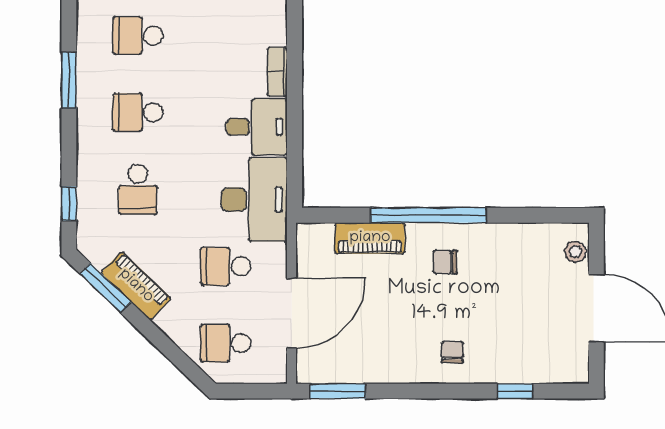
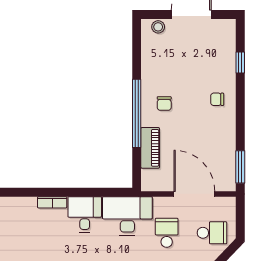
school desk: (226, 266) -> (167, 233), turned 180
school desk: (226, 343) -> (212, 233), turned -90

